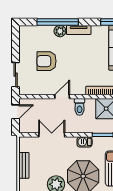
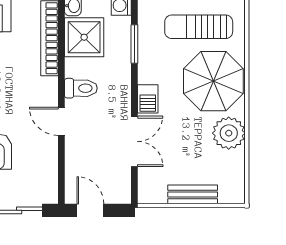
double door: (52, 135) -> (134, 141), swing flipped
barbecue: (85, 142) -> (148, 99), moved

